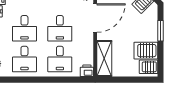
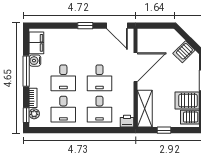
window: (123, 80) -> (164, 130), added

